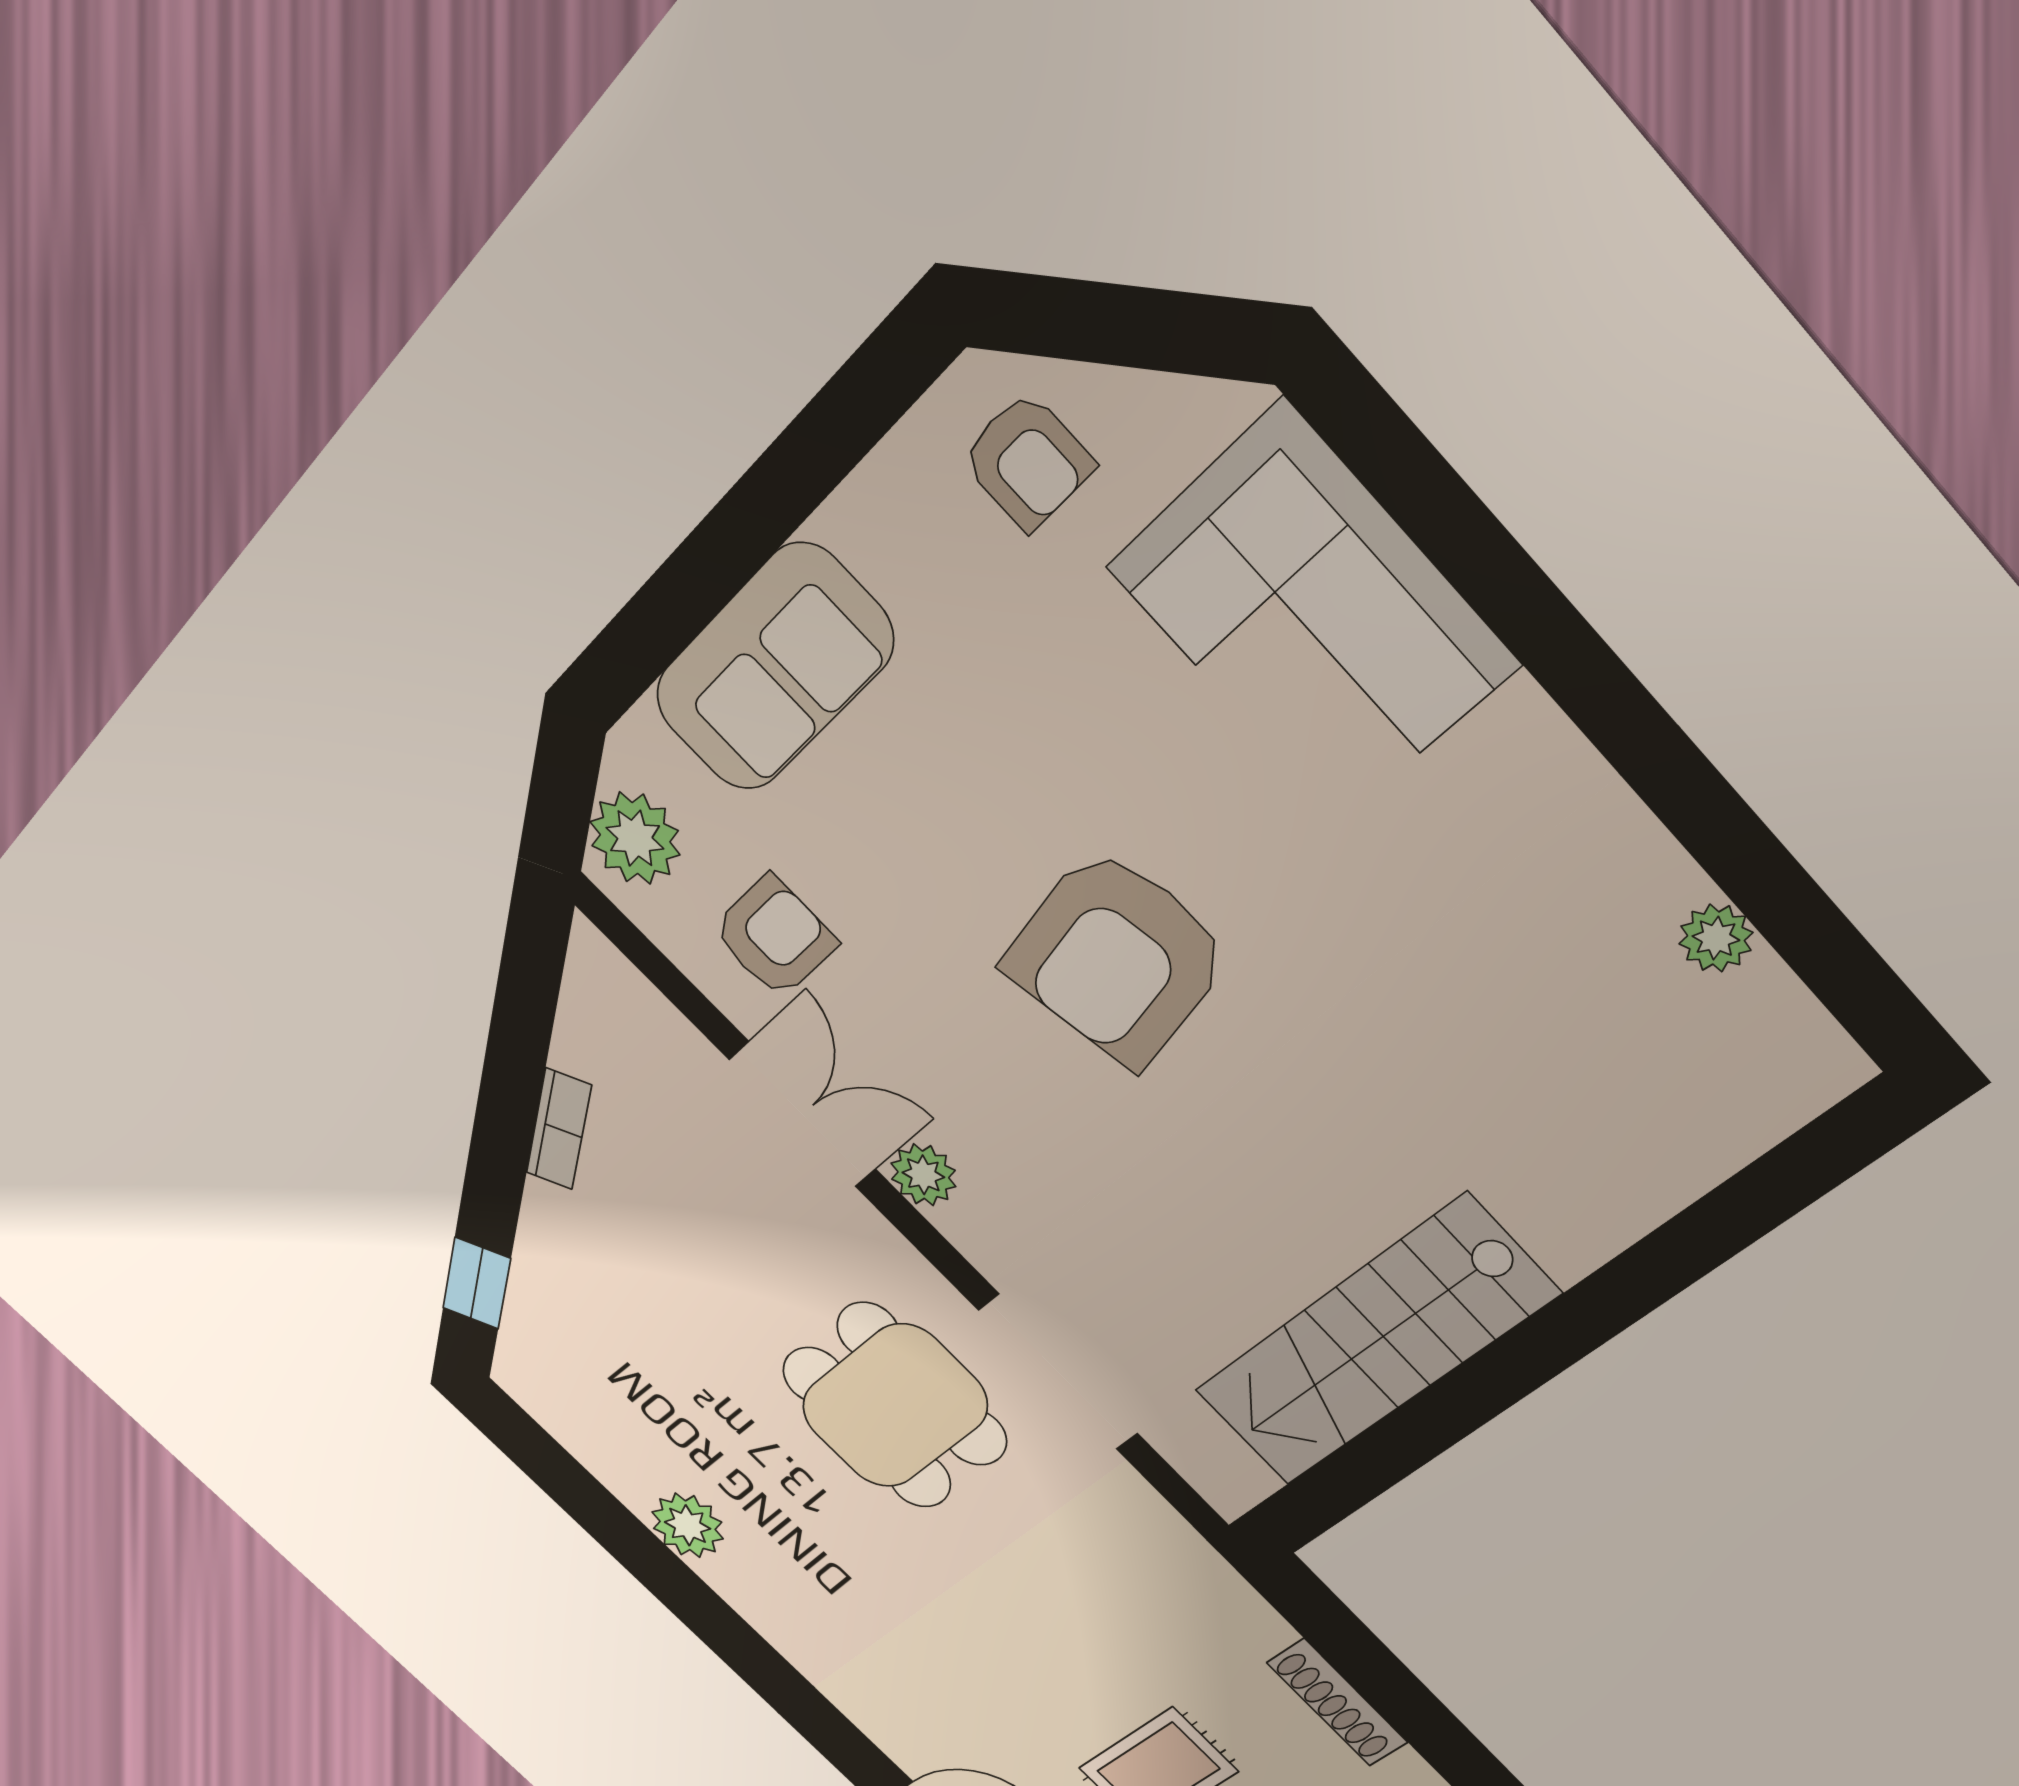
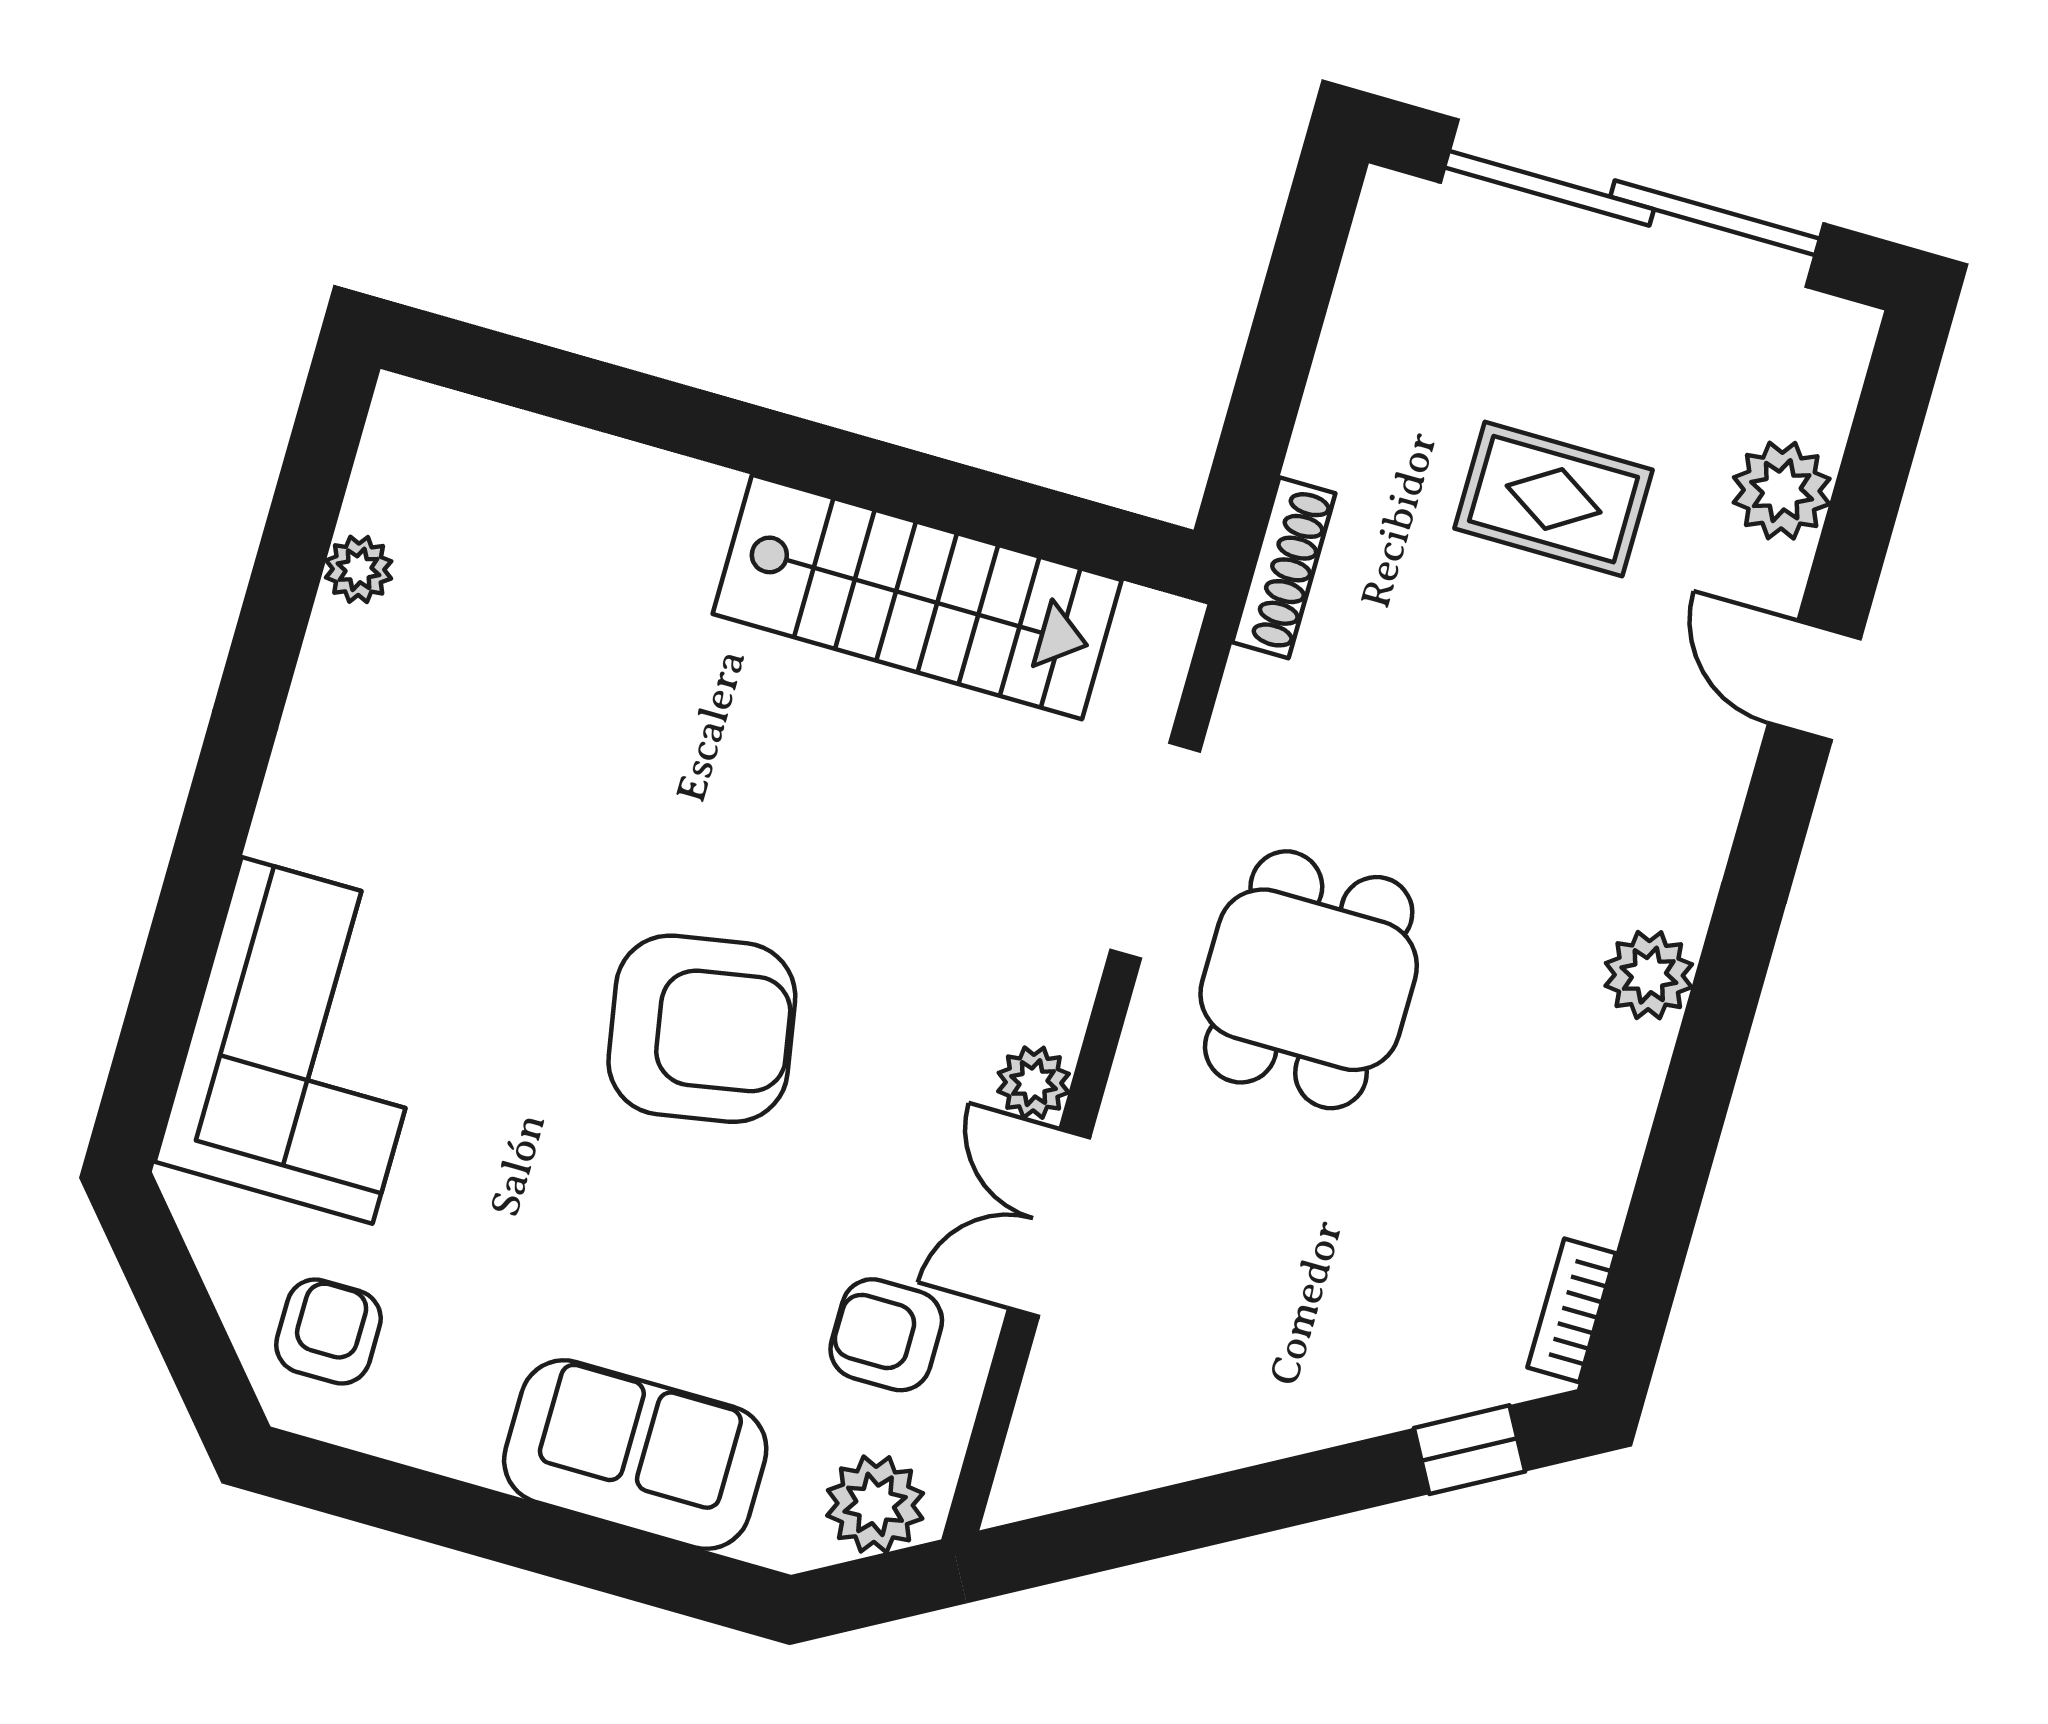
bookcase: (559, 1129) -> (1572, 1310), moved, turned -61
plant: (688, 1525) -> (1649, 975), moved
shoe rack: (1337, 1702) -> (1284, 568), moved

